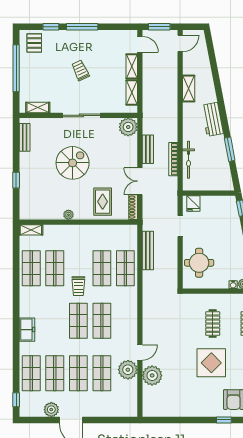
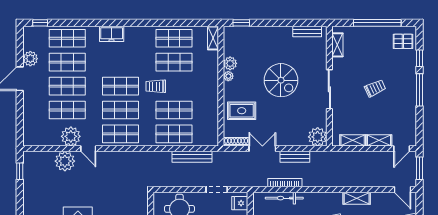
window: (16, 180) -> (241, 23), moved
plant: (56, 213) -> (230, 63), added
shop shelf: (125, 321) -> (121, 134), added
window: (162, 420) -> (20, 171), added

